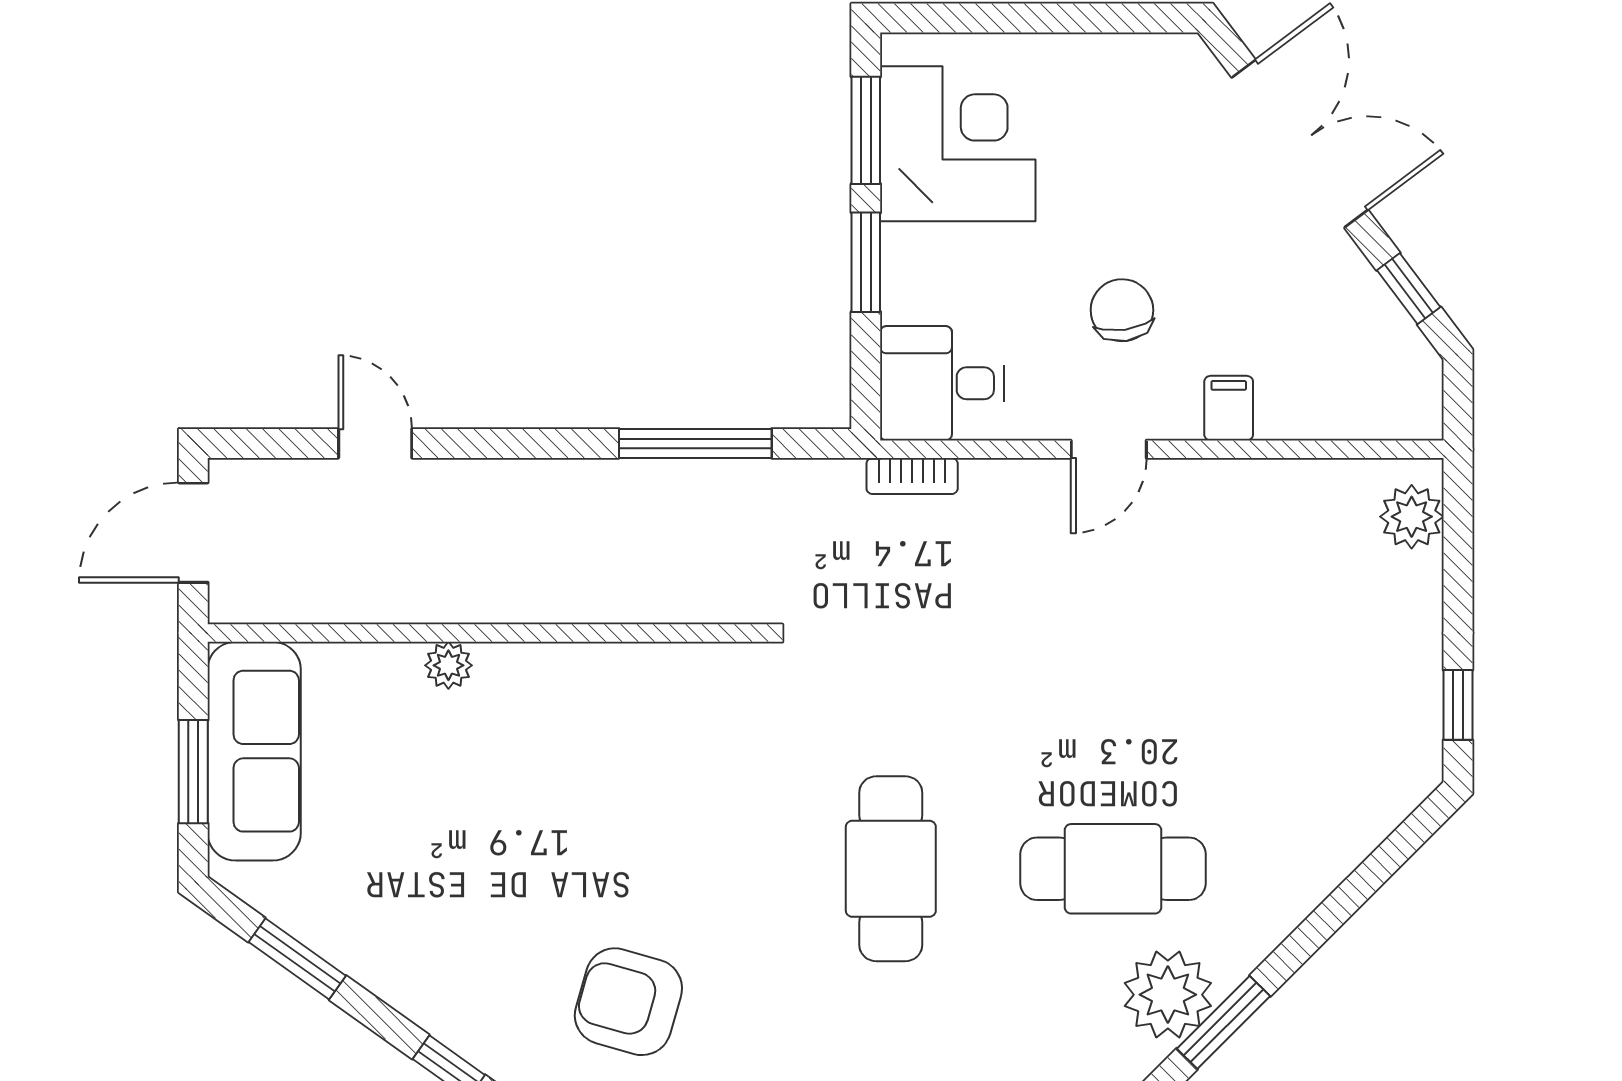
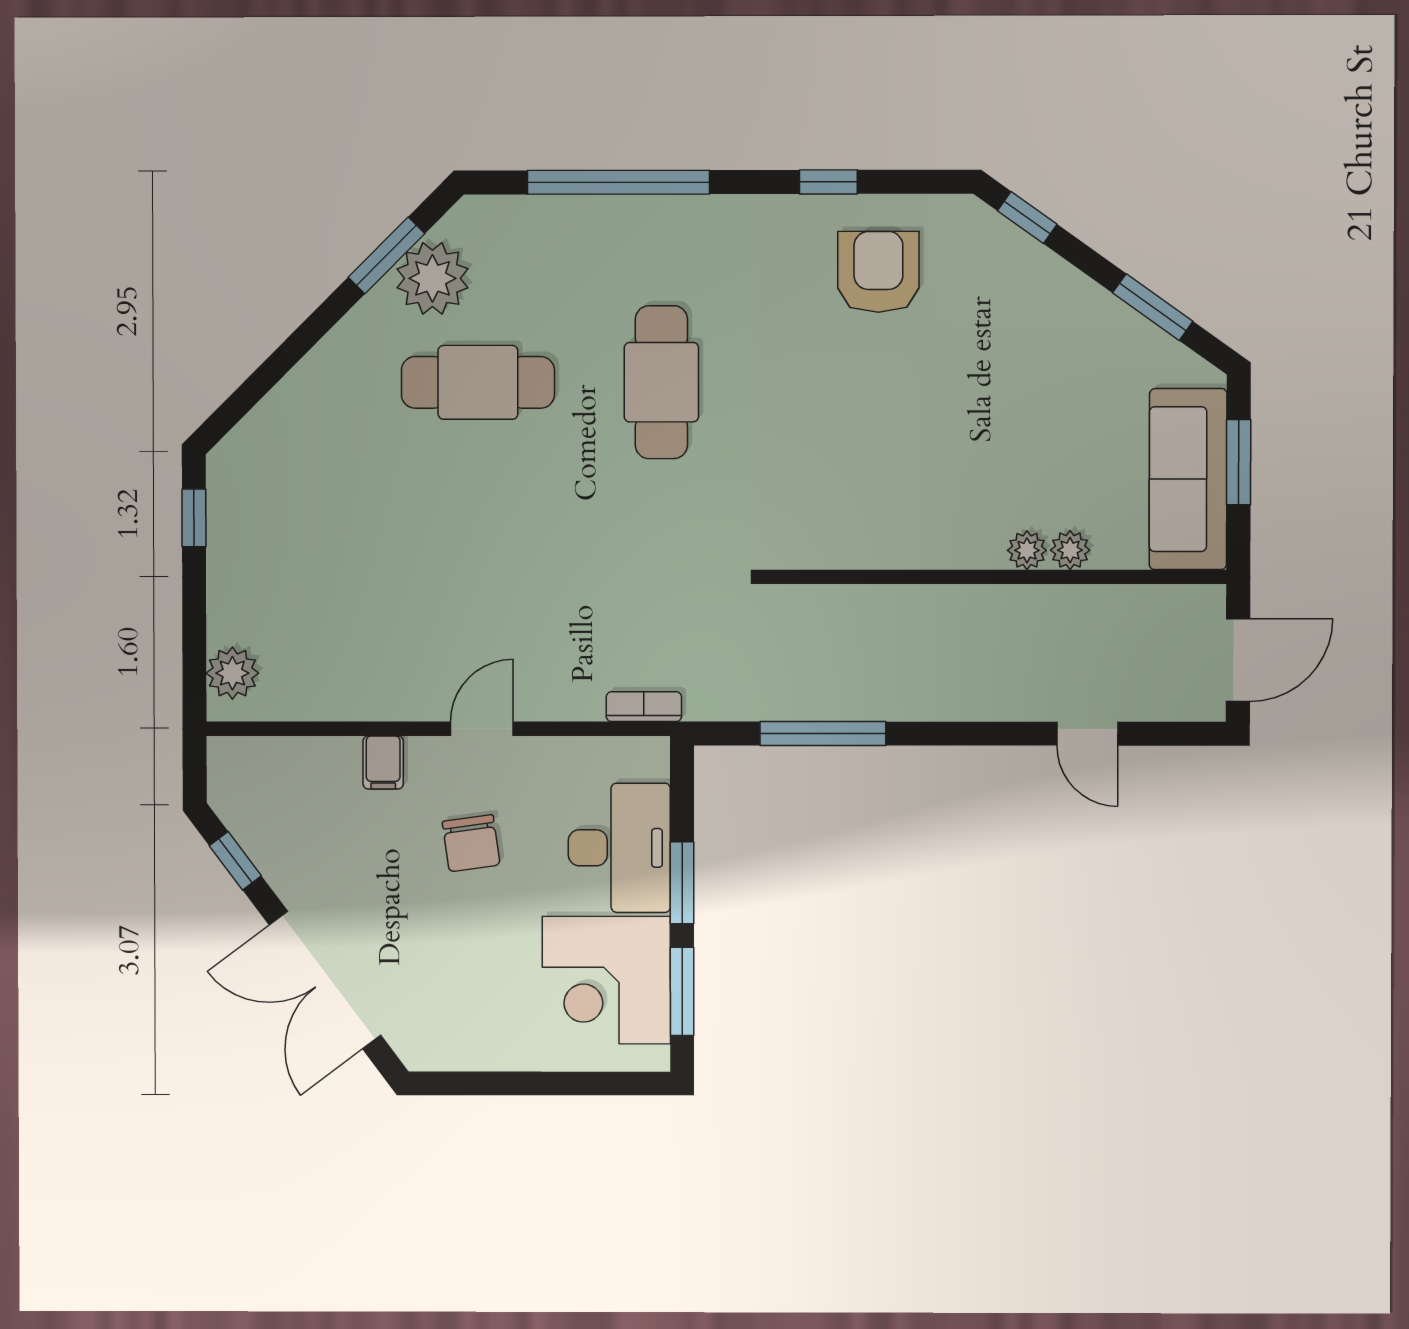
desk: (942, 383) -> (619, 848), moved, width x1.37
plant: (396, 666) -> (1070, 550), added
armchair: (628, 1002) -> (878, 272), turned -106

